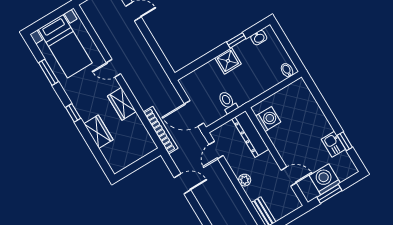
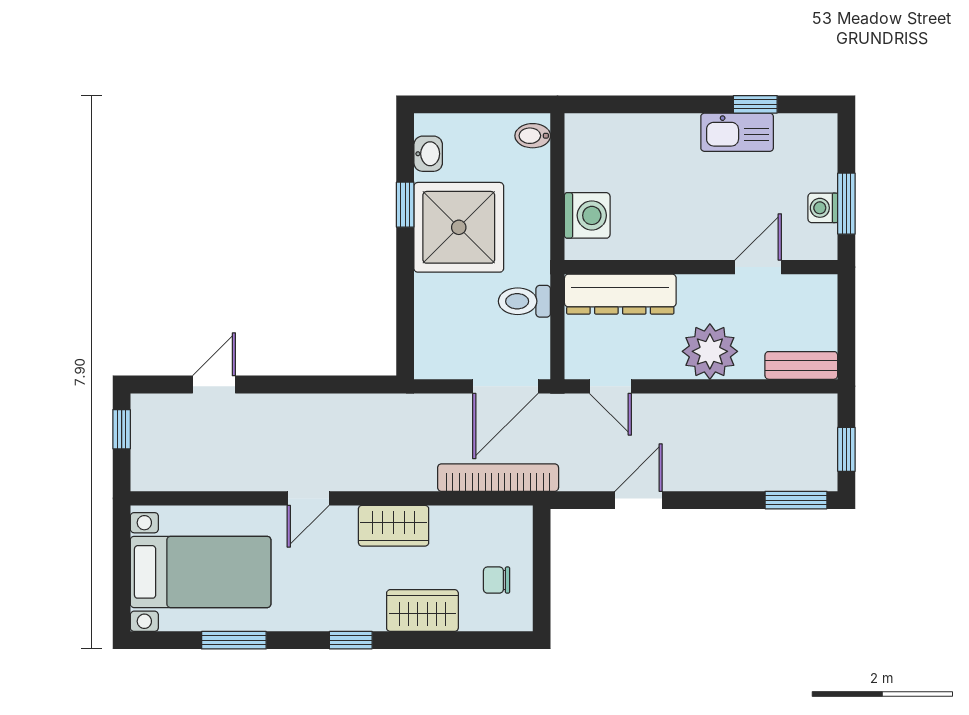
shower: (228, 61) -> (459, 227), width x1.86, depth x1.86
washing machine: (268, 119) -> (587, 215), moved, turned 90
kitchen sink: (333, 144) -> (737, 132), width x1.38
chair: (125, 151) -> (497, 580), added
washing machine: (325, 179) -> (823, 208), width x0.53, depth x0.53
plant: (245, 180) -> (710, 351), width x1.87, depth x1.87

